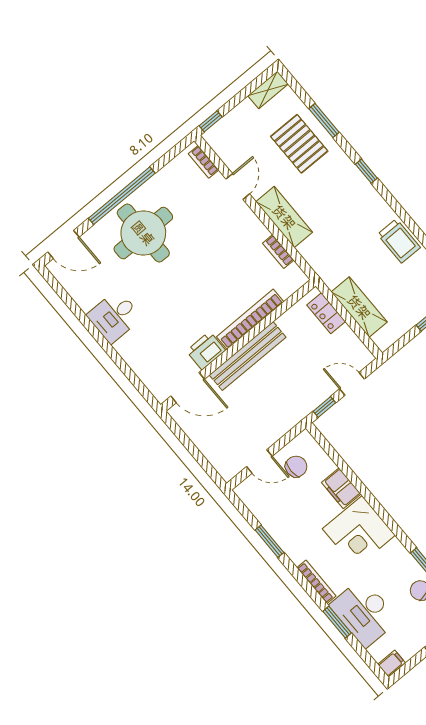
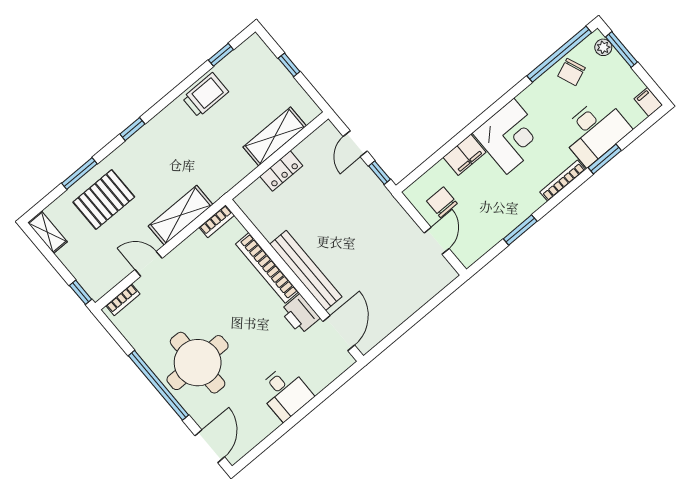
bookcase: (250, 319) -> (267, 268), moved
wall: (238, 345) -> (295, 280), moved
printer: (206, 351) -> (300, 314), moved
bench: (248, 356) -> (306, 270), moved
door: (188, 388) -> (339, 333), moved

